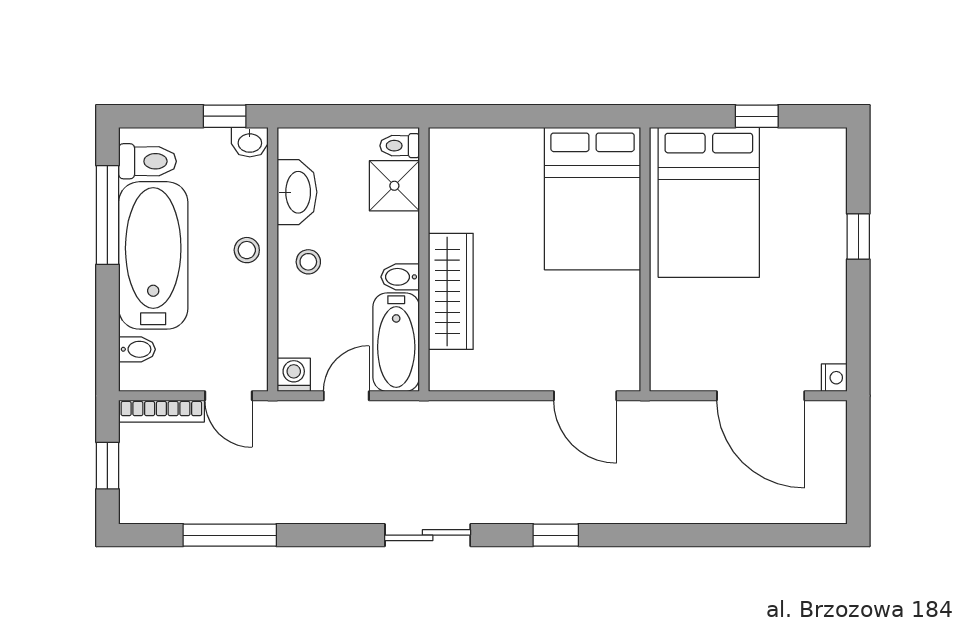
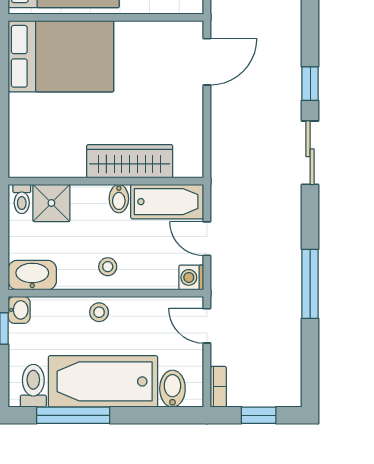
washbasin: (297, 192) -> (32, 275), moved
bidet: (137, 349) -> (172, 389), width x1.38, depth x1.36
door: (228, 396) -> (207, 326), swing flipped
bookcase: (161, 411) -> (218, 387), width x0.64
window: (230, 535) -> (310, 284), moved
sliding door: (428, 535) -> (310, 153), moved

